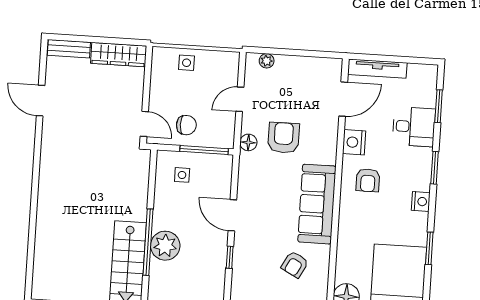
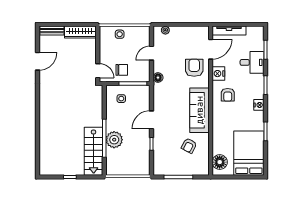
door: (41, 101) -> (38, 61), swing flipped
armchair: (284, 138) -> (194, 68), moved
door: (232, 215) -> (152, 120), hinge flipped

